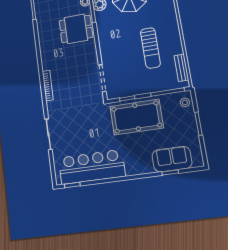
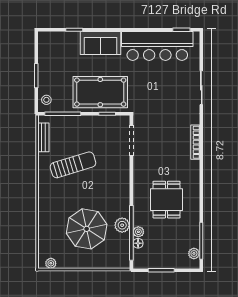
dining table: (76, 29) -> (167, 200), moved, turned 90
sun lounger: (150, 48) -> (73, 165), turned 73
sofa: (172, 159) -> (101, 43), moved

